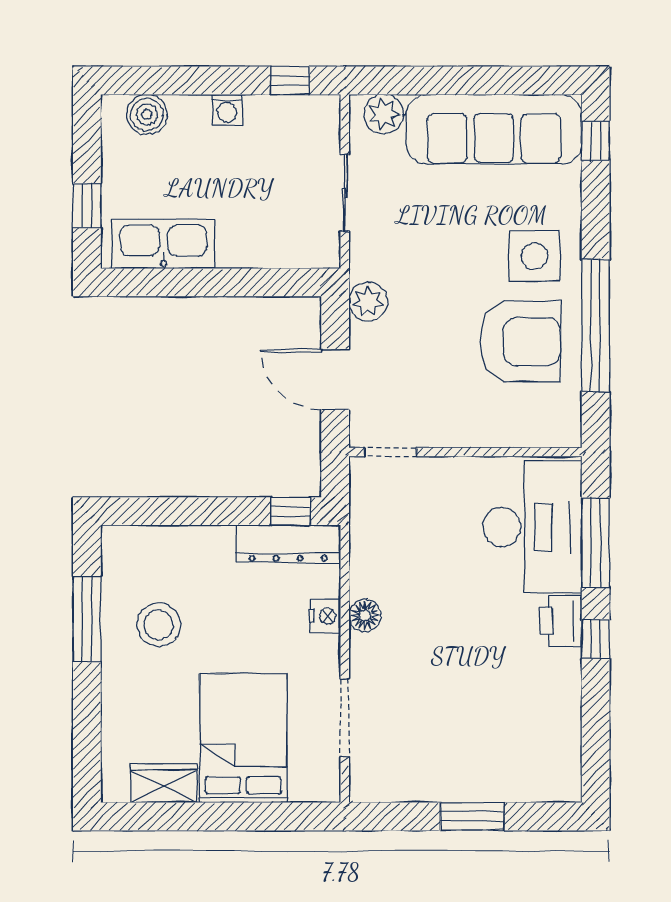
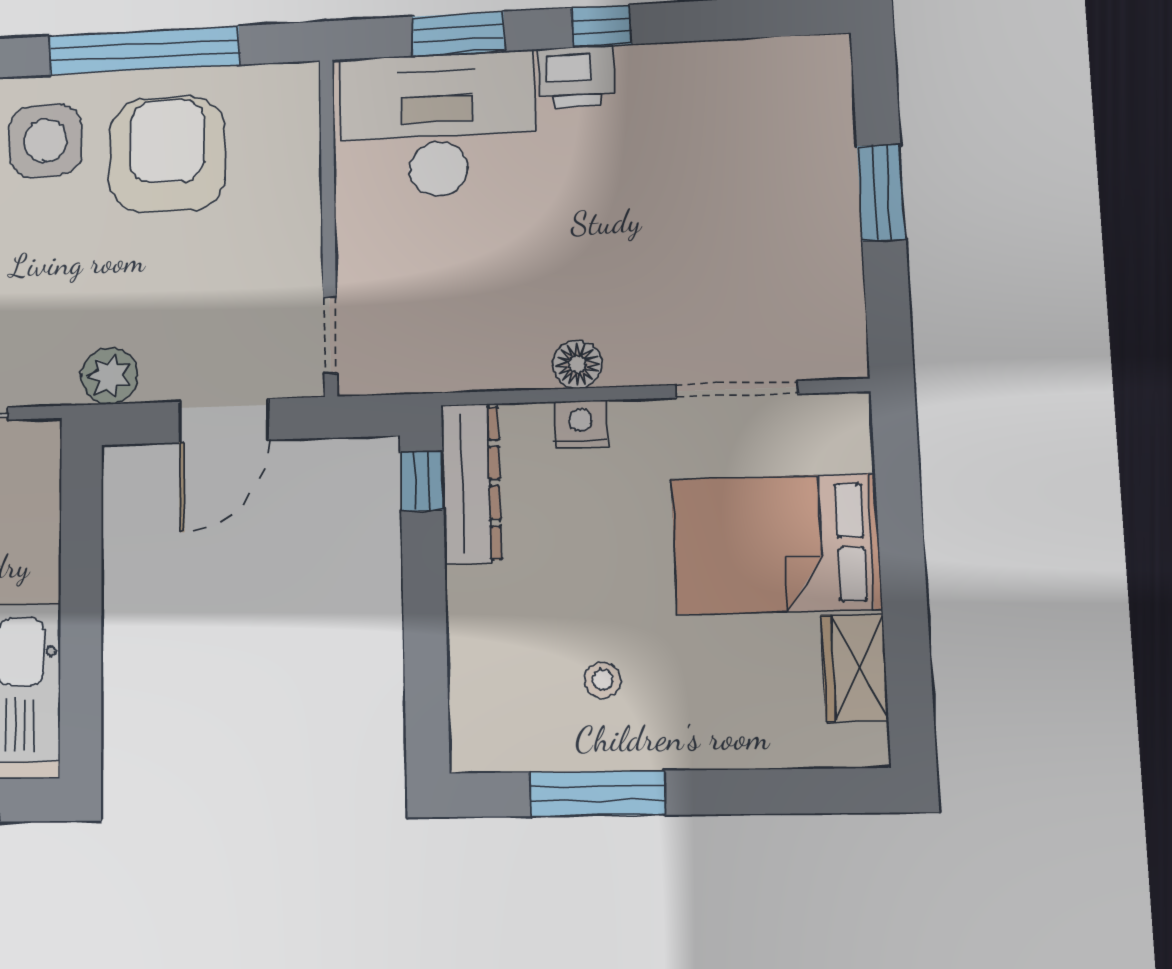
window: (596, 543) -> (458, 34), width x0.69
stool: (159, 625) -> (603, 680), width x0.53, depth x0.53

